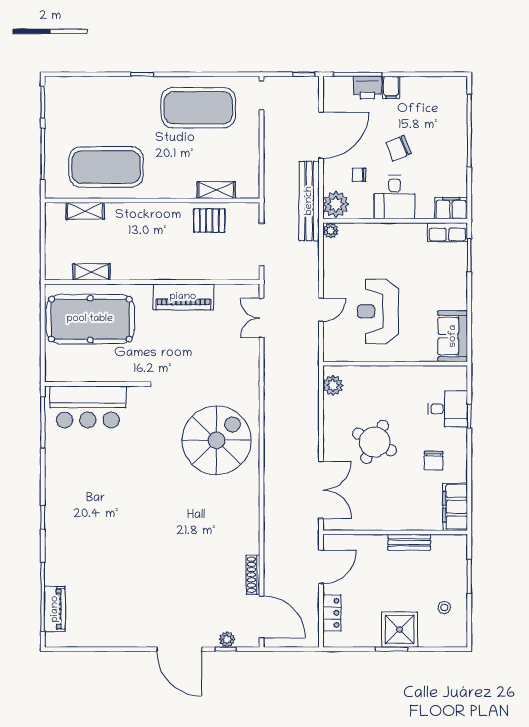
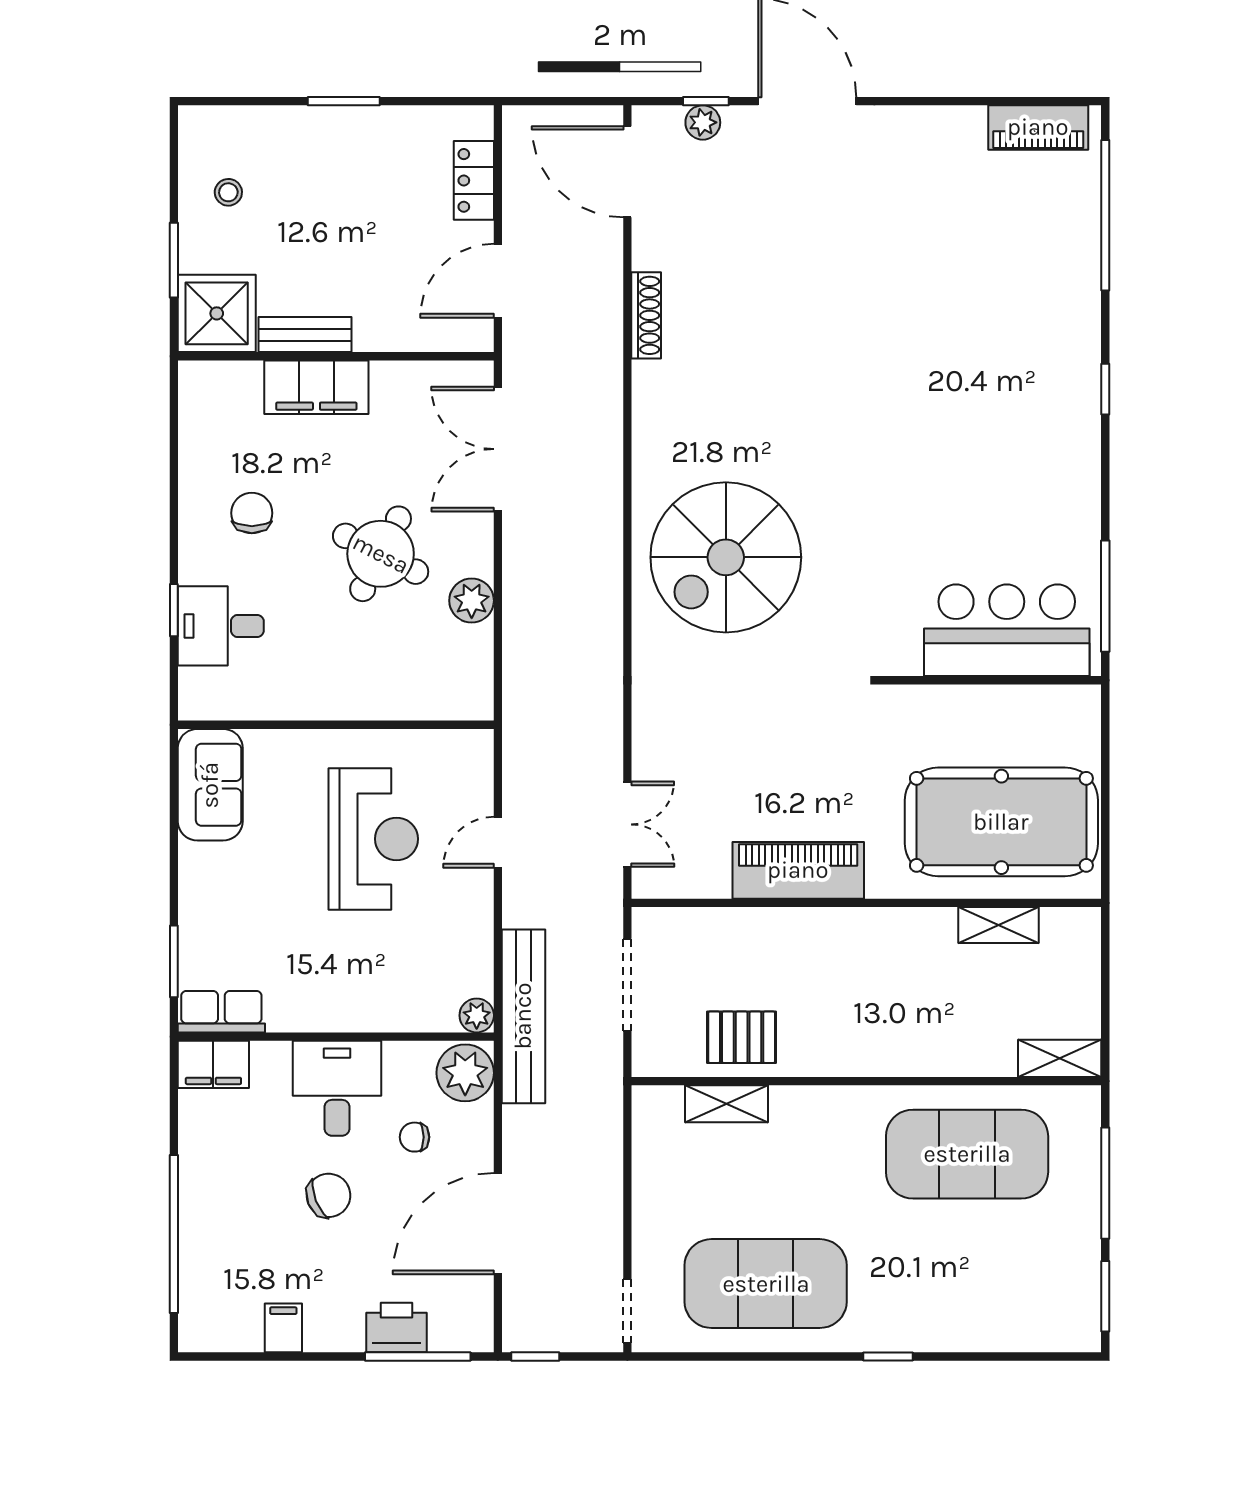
filing cabinet: (391, 87) -> (283, 1328), moved
chair: (359, 175) -> (415, 1137), turned 180
bench: (309, 201) -> (523, 1016), moved
shelving: (85, 211) -> (1060, 1058), moved
plant: (333, 385) -> (472, 601), moved
filing cabinet: (455, 507) -> (316, 387), moved, turned 90
shoe rack: (253, 575) -> (646, 315), moved
piano: (55, 609) -> (1038, 127), moved, turned -90
shower: (400, 630) -> (217, 313), moved

